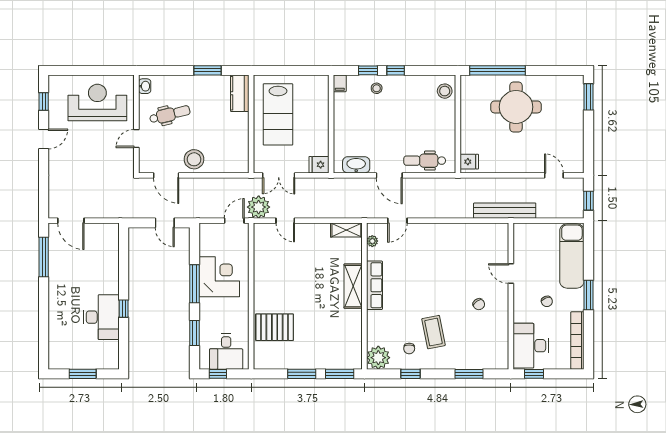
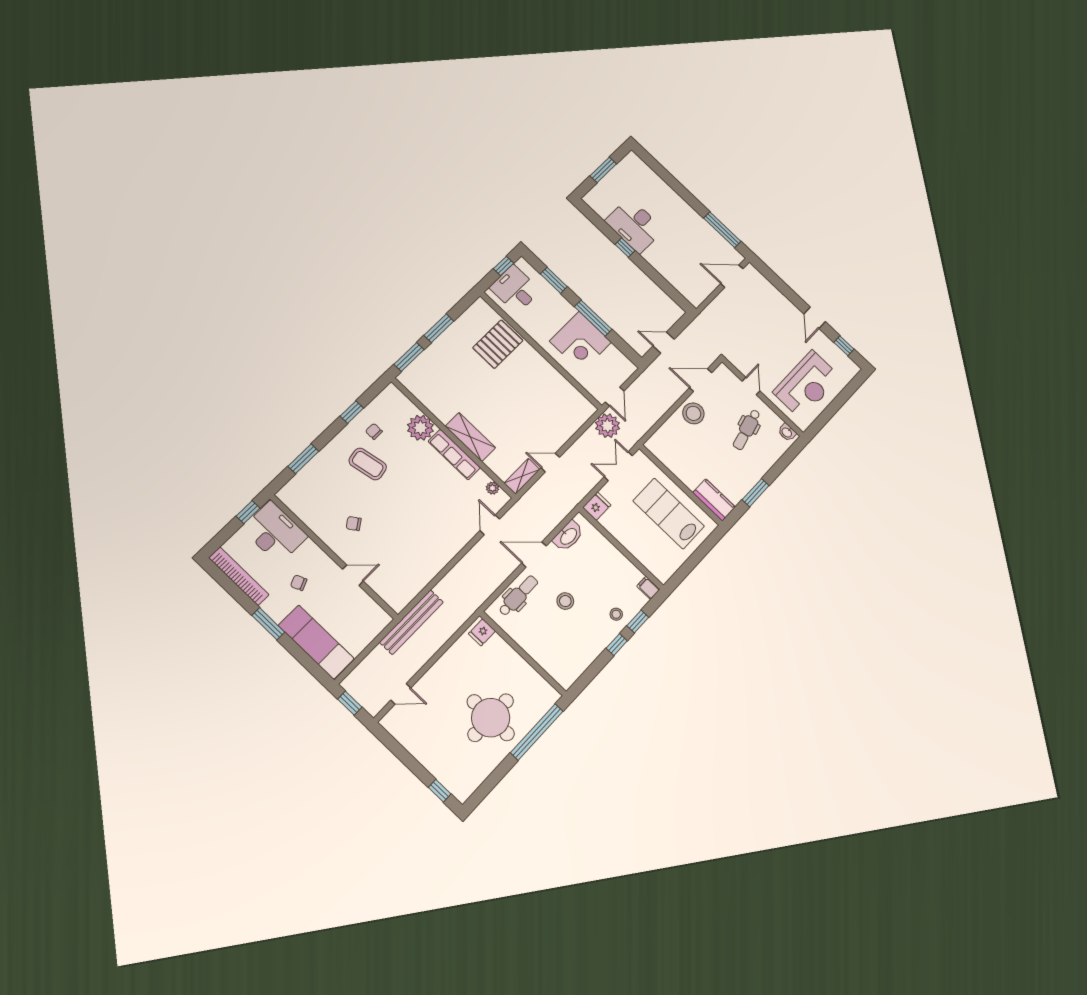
stool: (445, 91) -> (565, 601), moved
window: (589, 97) -> (440, 791), width x0.67
door: (285, 221) -> (550, 463), moved
plant: (378, 358) -> (420, 428), moved

